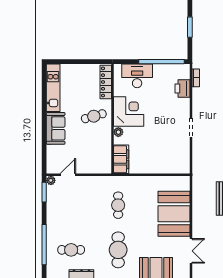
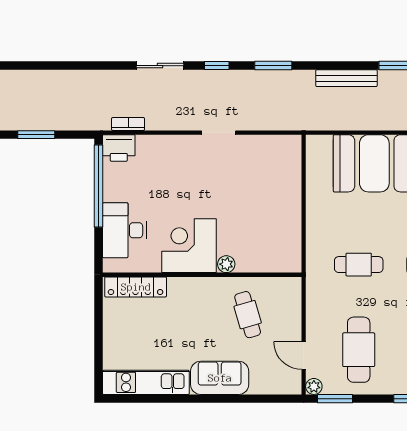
printer: (183, 89) -> (119, 148), moved
cafe table: (94, 116) -> (248, 315), moved
filing cabinet: (121, 159) -> (276, 259), removed
cafe table: (71, 205) -> (359, 350), added

